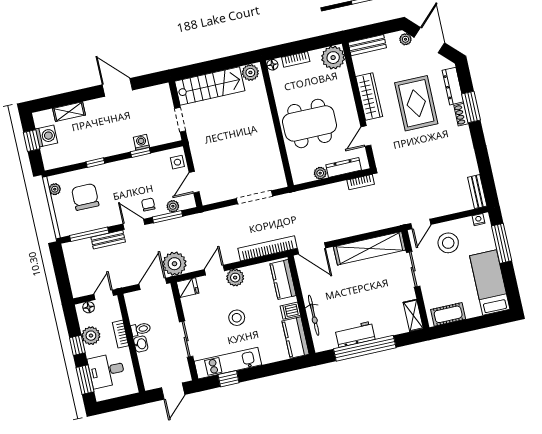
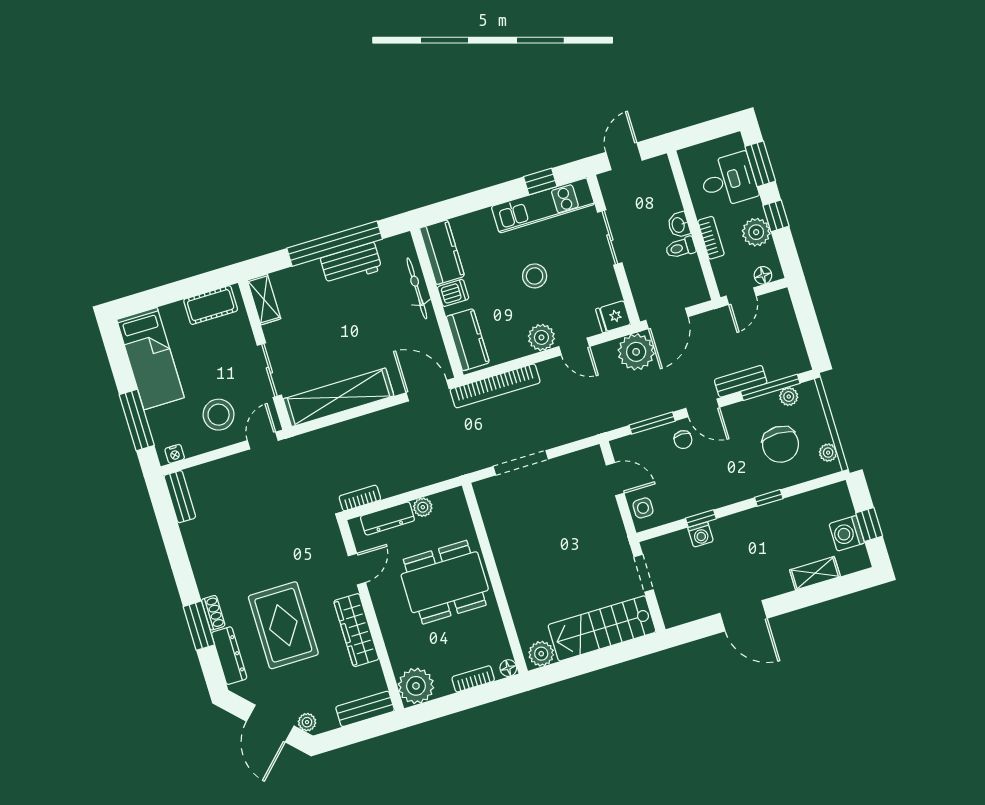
door: (194, 182) -> (615, 479), hinge flipped
plant: (173, 206) -> (789, 396), moved
door: (214, 270) -> (574, 346), hinge flipped

